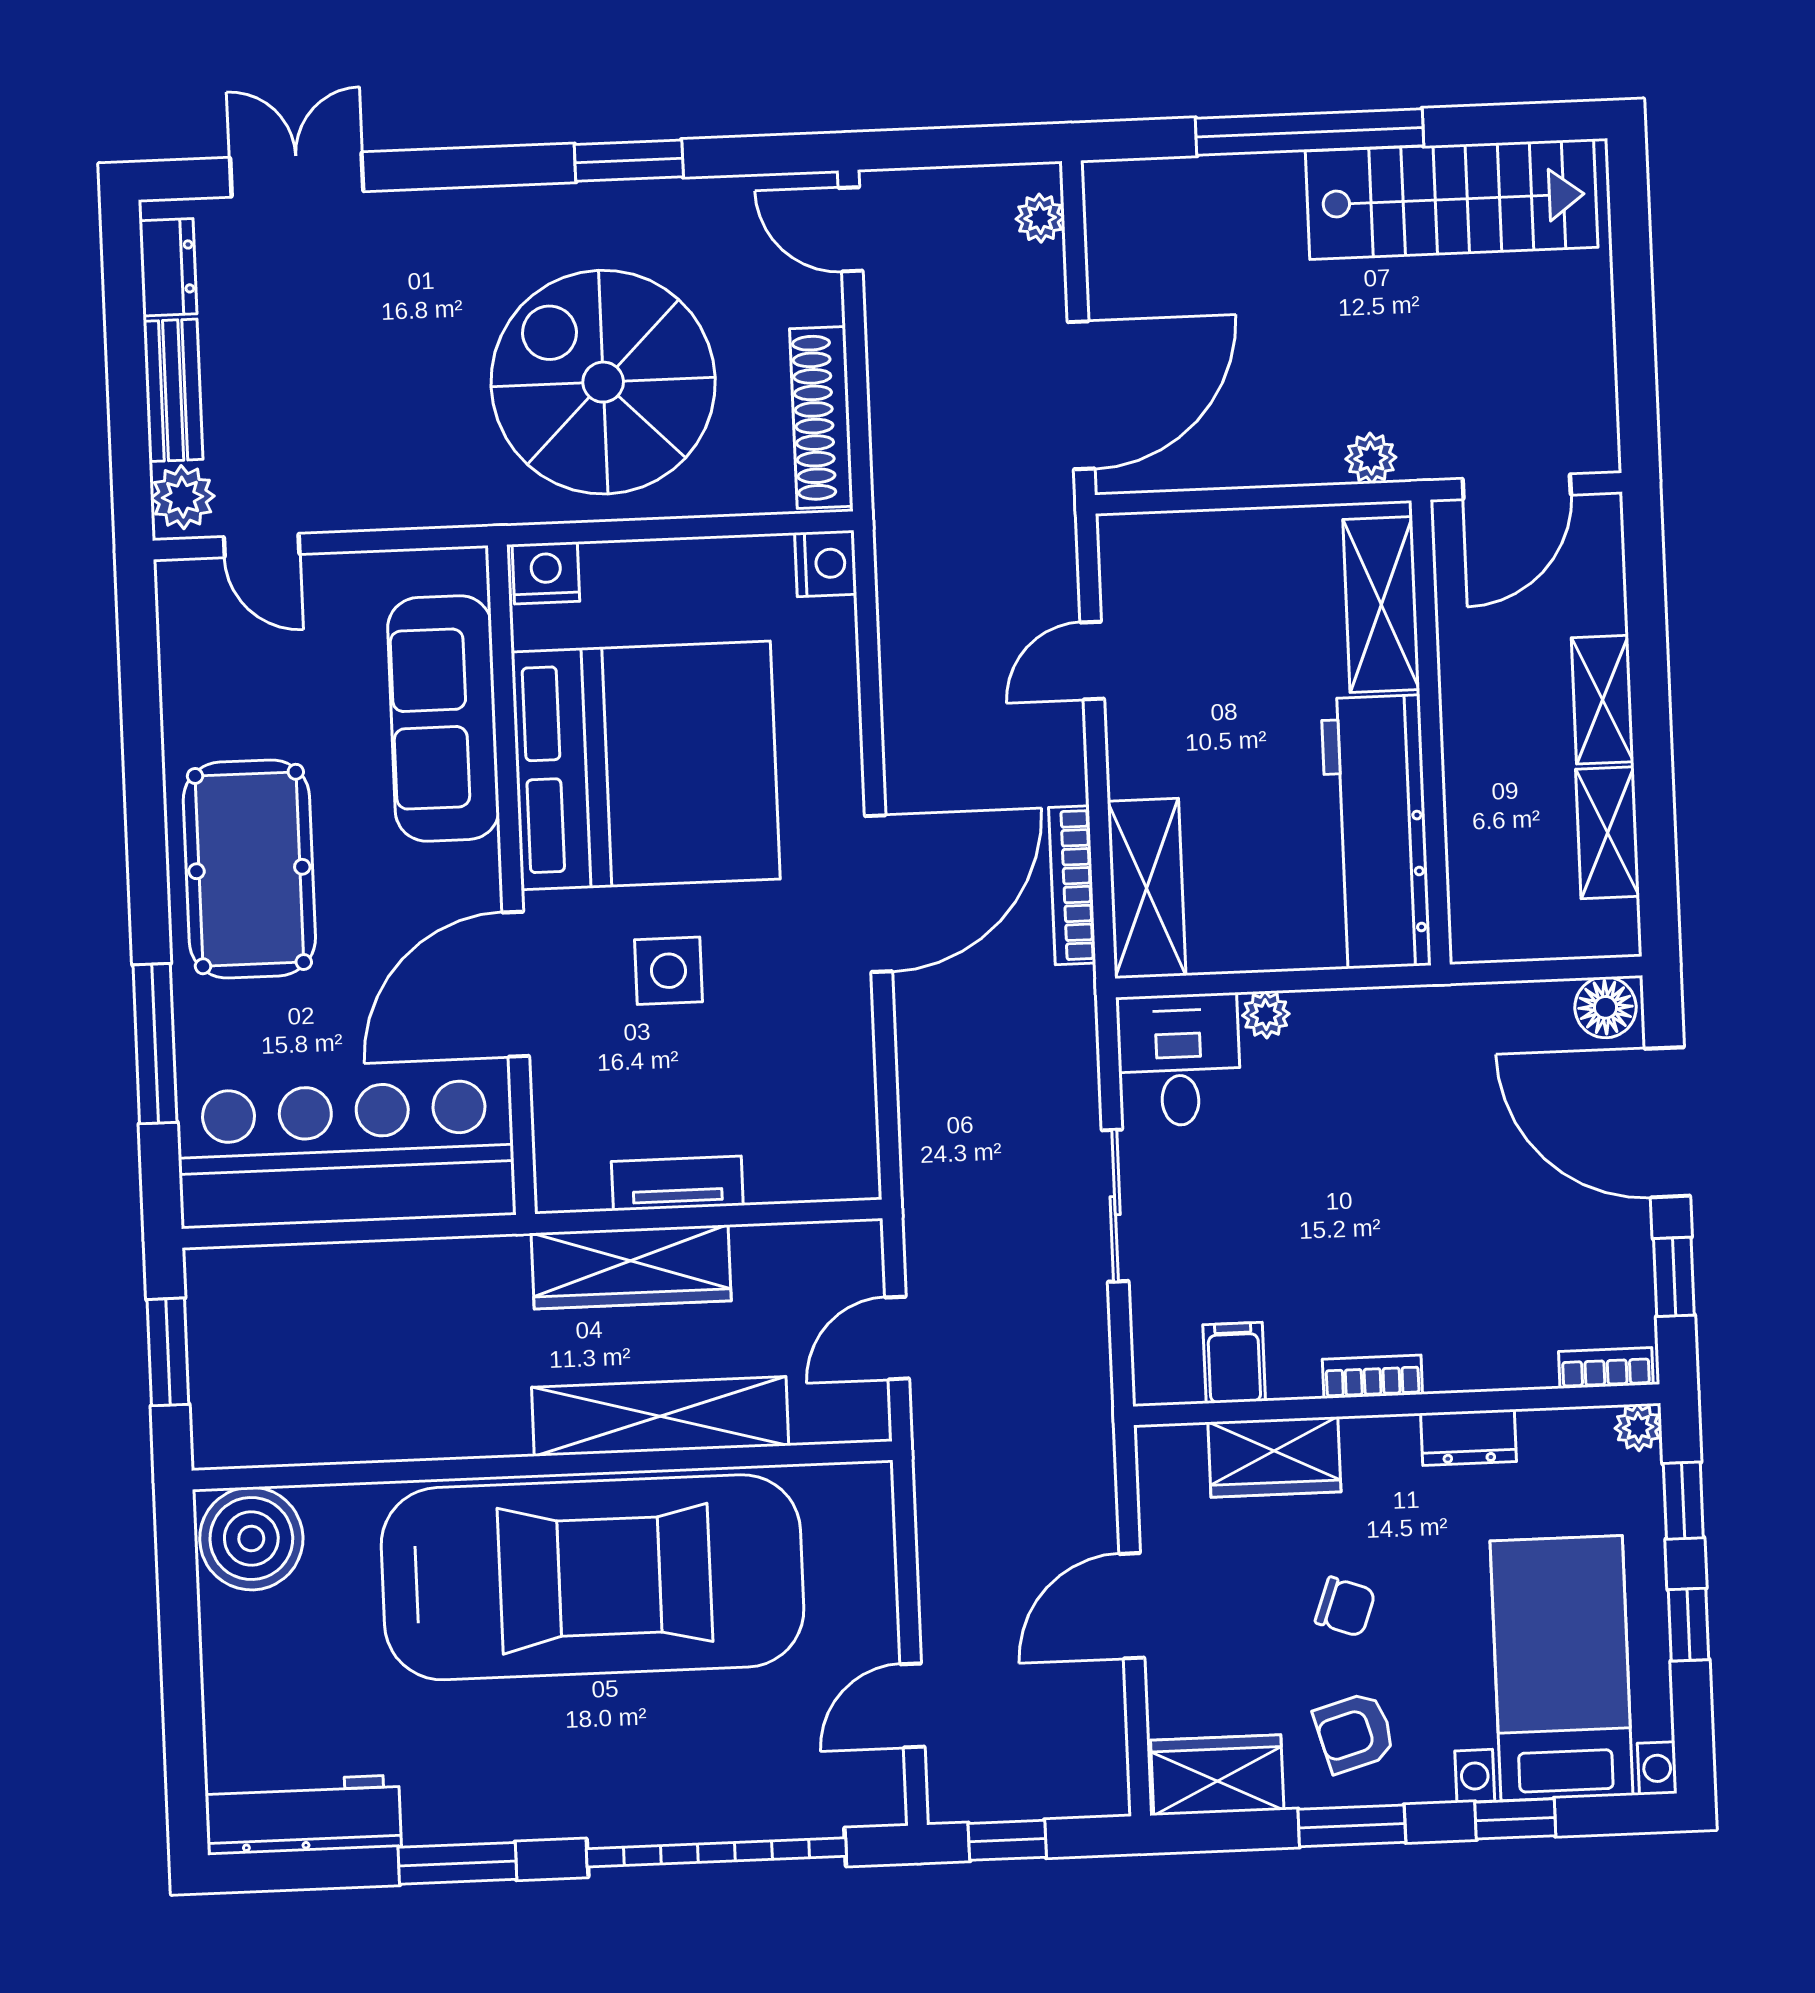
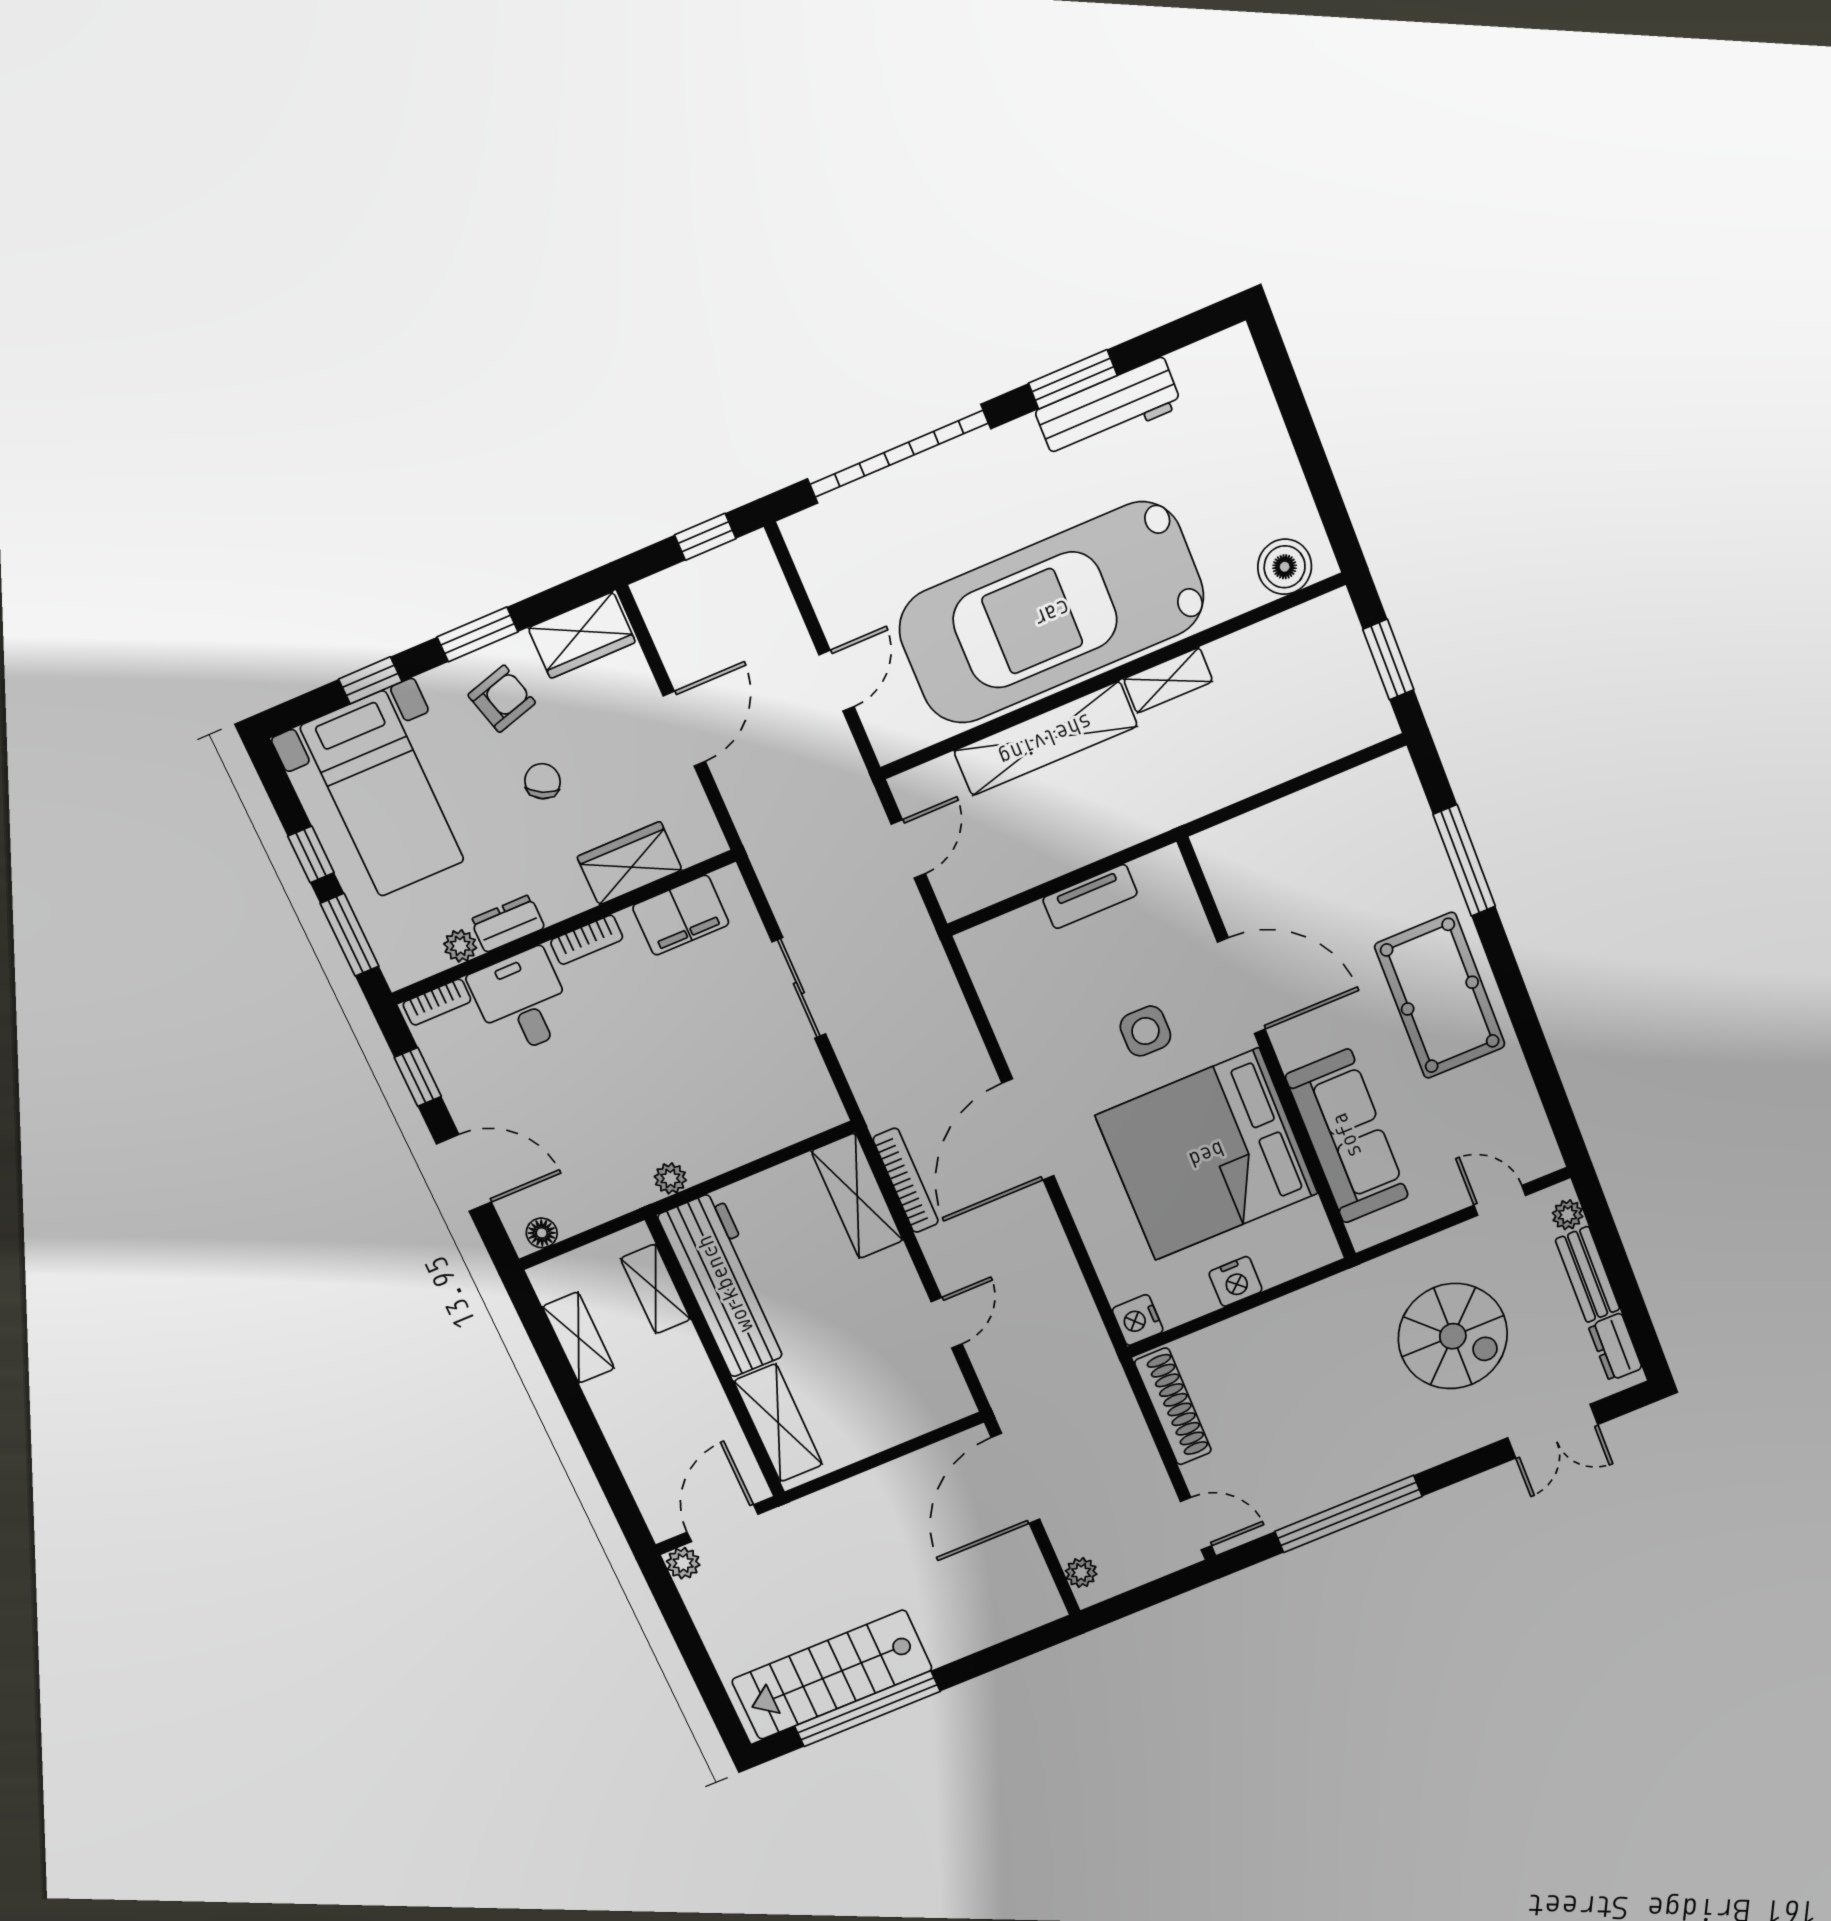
window: (1310, 132) -> (867, 1709), moved
window: (629, 161) -> (1349, 1514), width x2.11
spiral stairs: (603, 382) -> (1453, 1336), moved, width x0.73, depth x0.73
plant: (1371, 458) -> (683, 1563), moved
plant: (183, 497) -> (1568, 1215), width x0.73, depth x0.73
nightstand: (546, 573) -> (1236, 1281), moved
shelving: (1603, 700) -> (656, 1289), moved
door: (516, 984) -> (1241, 986), hinge flipped
floor lamp: (1605, 1007) -> (542, 1233), width x0.73, depth x0.73
plant: (1266, 1015) -> (670, 1178), moved
desk: (1179, 1060) -> (522, 1002), moved, turned 180
door: (1667, 1122) -> (464, 1173), width x0.73
bar counter: (346, 1154) -> (1315, 835), removed
wardrobe: (631, 1267) -> (1101, 831), removed
filing cabinet: (1234, 1363) -> (681, 915), width x2.00
plant: (1638, 1427) -> (460, 946), moved
shelving: (470, 1433) -> (1168, 680), added
window: (1683, 1501) -> (350, 935), width x1.50
boiler: (251, 1538) -> (1285, 567), width x0.73, depth x0.73
chair: (1345, 1607) -> (543, 781), turned 96
door: (912, 1705) -> (837, 681), moved
workbench: (304, 1815) -> (1109, 409), moved

